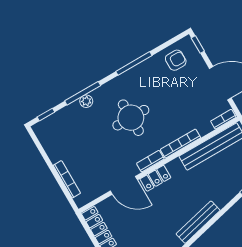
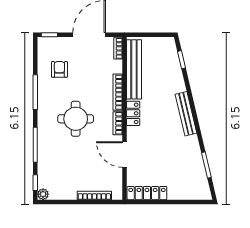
armchair: (176, 60) -> (59, 69), moved
plant: (86, 101) -> (43, 194), moved
locker: (155, 178) -> (133, 113), moved
door: (124, 185) -> (124, 154), swing flipped

